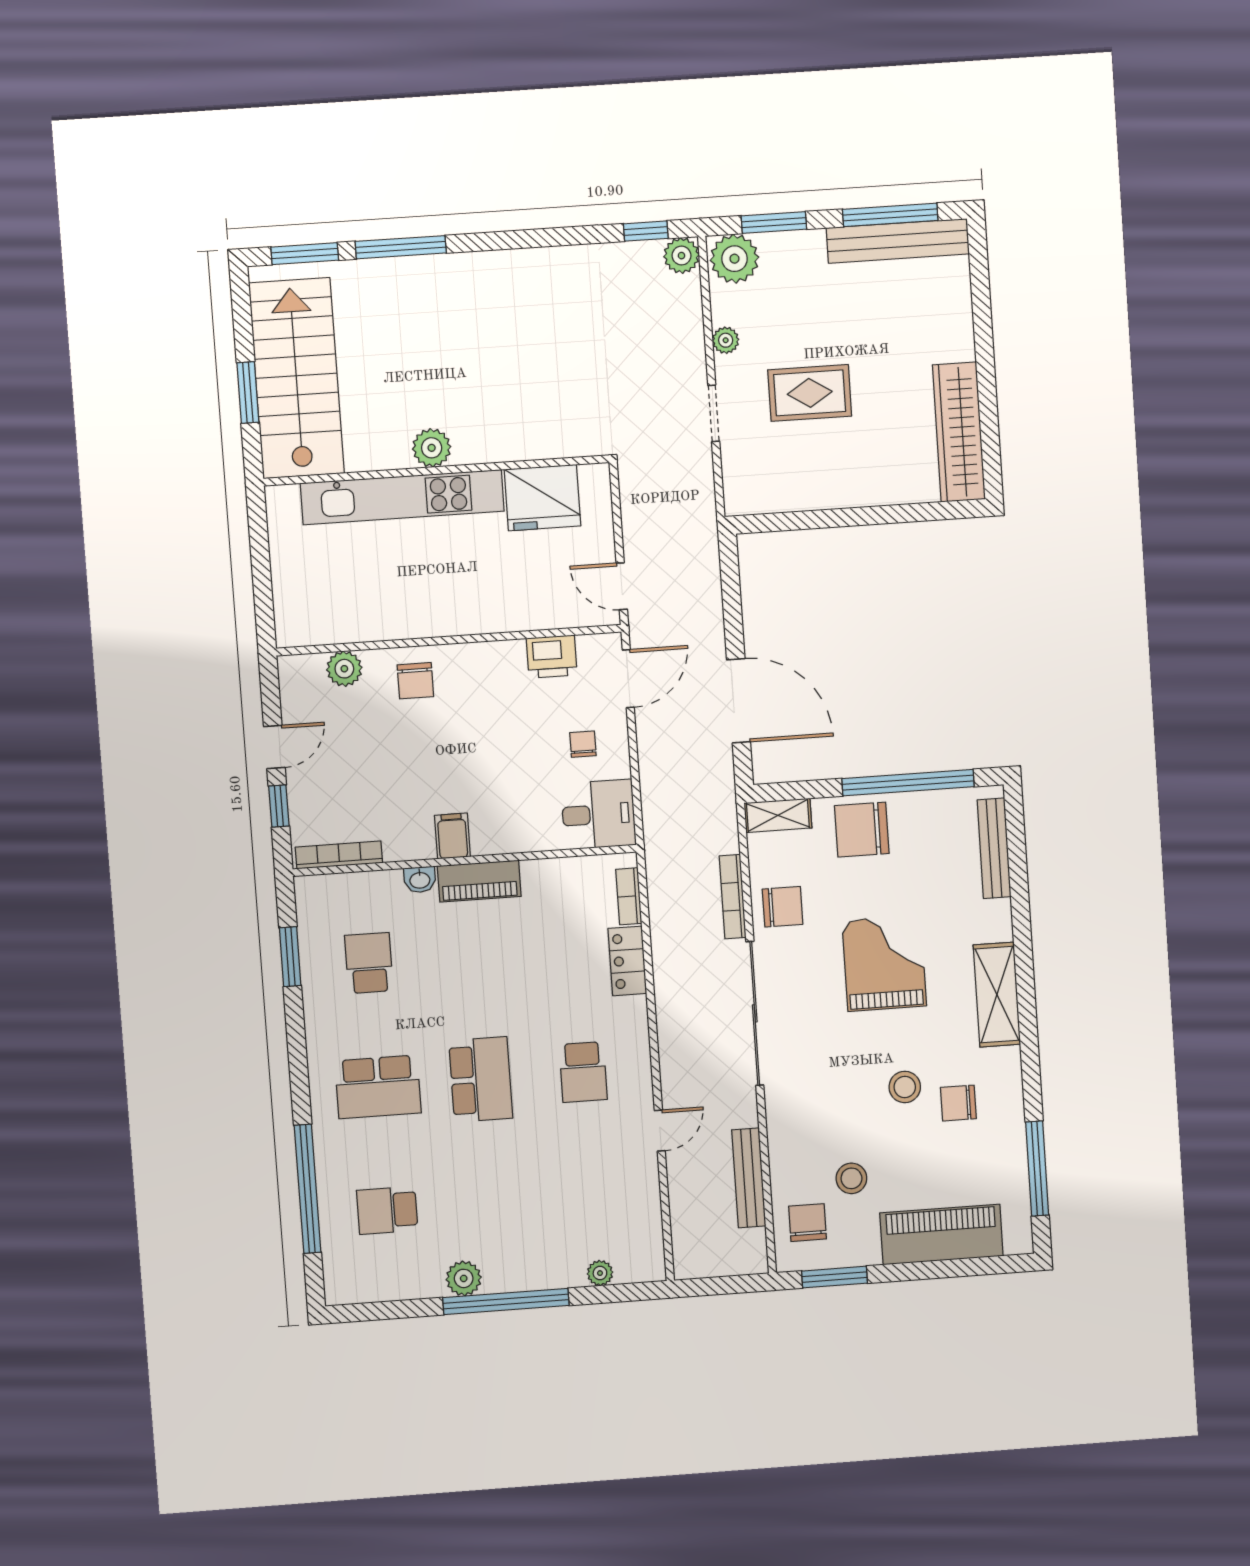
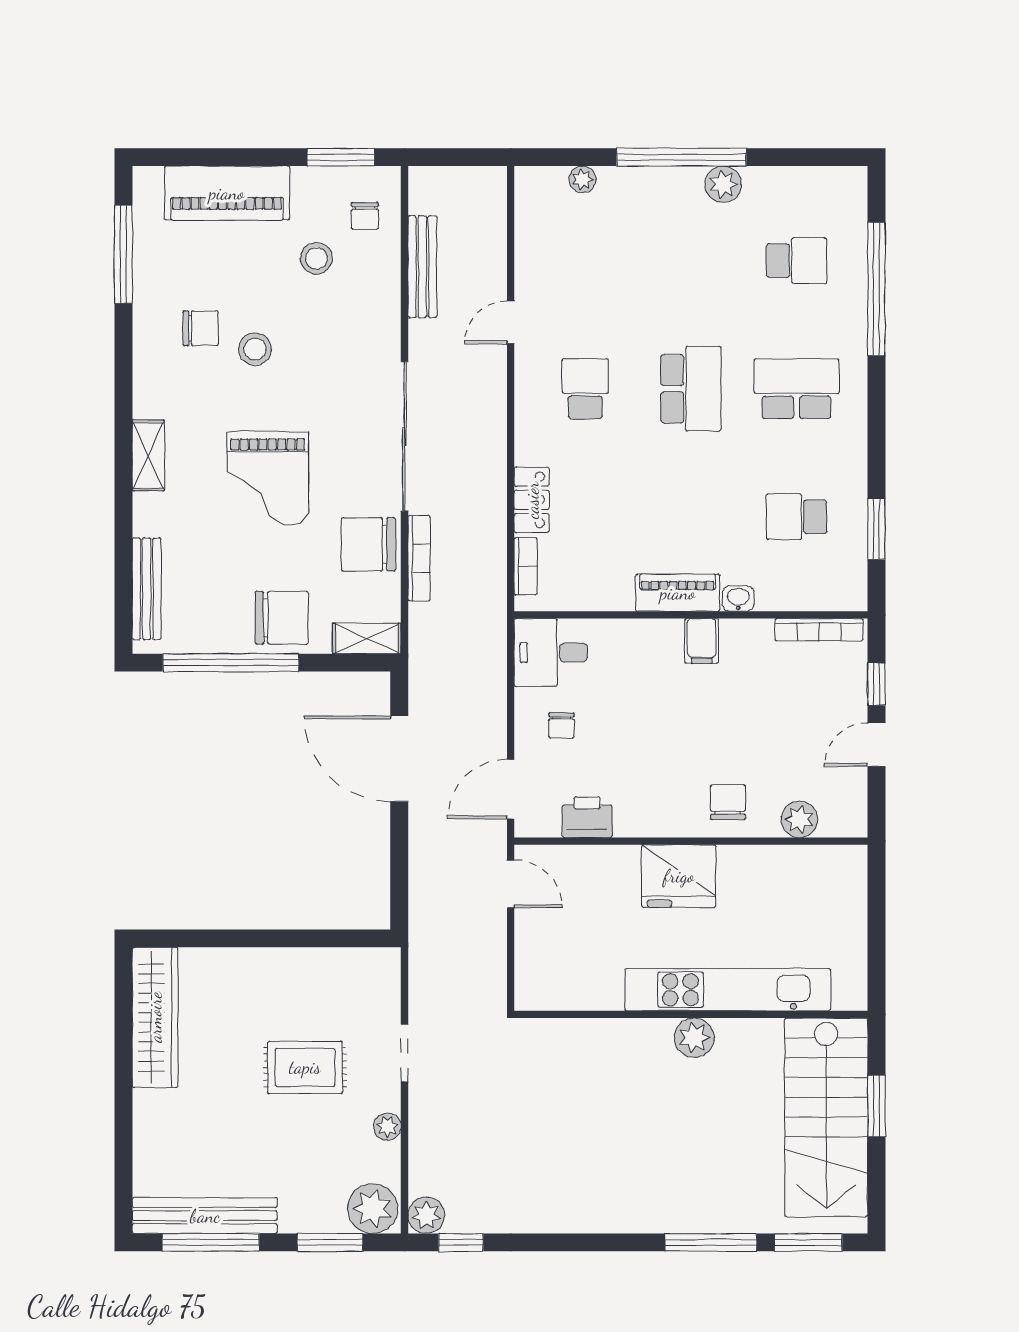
fridge: (542, 498) -> (679, 876), moved, turned 180
chair: (783, 907) -> (368, 544), width x1.37, depth x1.37
school desk: (369, 963) -> (797, 517), turned 90
shelving: (997, 995) -> (148, 455), width x0.67, depth x0.75
school desk: (481, 1079) -> (691, 389), turned 180
chair: (807, 1223) -> (365, 216), width x0.73, depth x0.73

